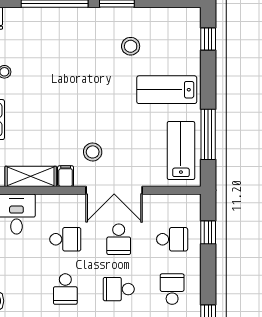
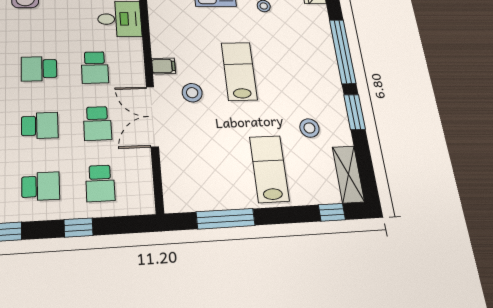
lab bench: (181, 150) -> (239, 71), moved, turned -90
shelving: (31, 176) -> (348, 174), moved
window: (208, 232) -> (79, 227), moved
school desk: (119, 239) -> (97, 123), turned -90
school desk: (119, 289) -> (40, 126), turned 90

